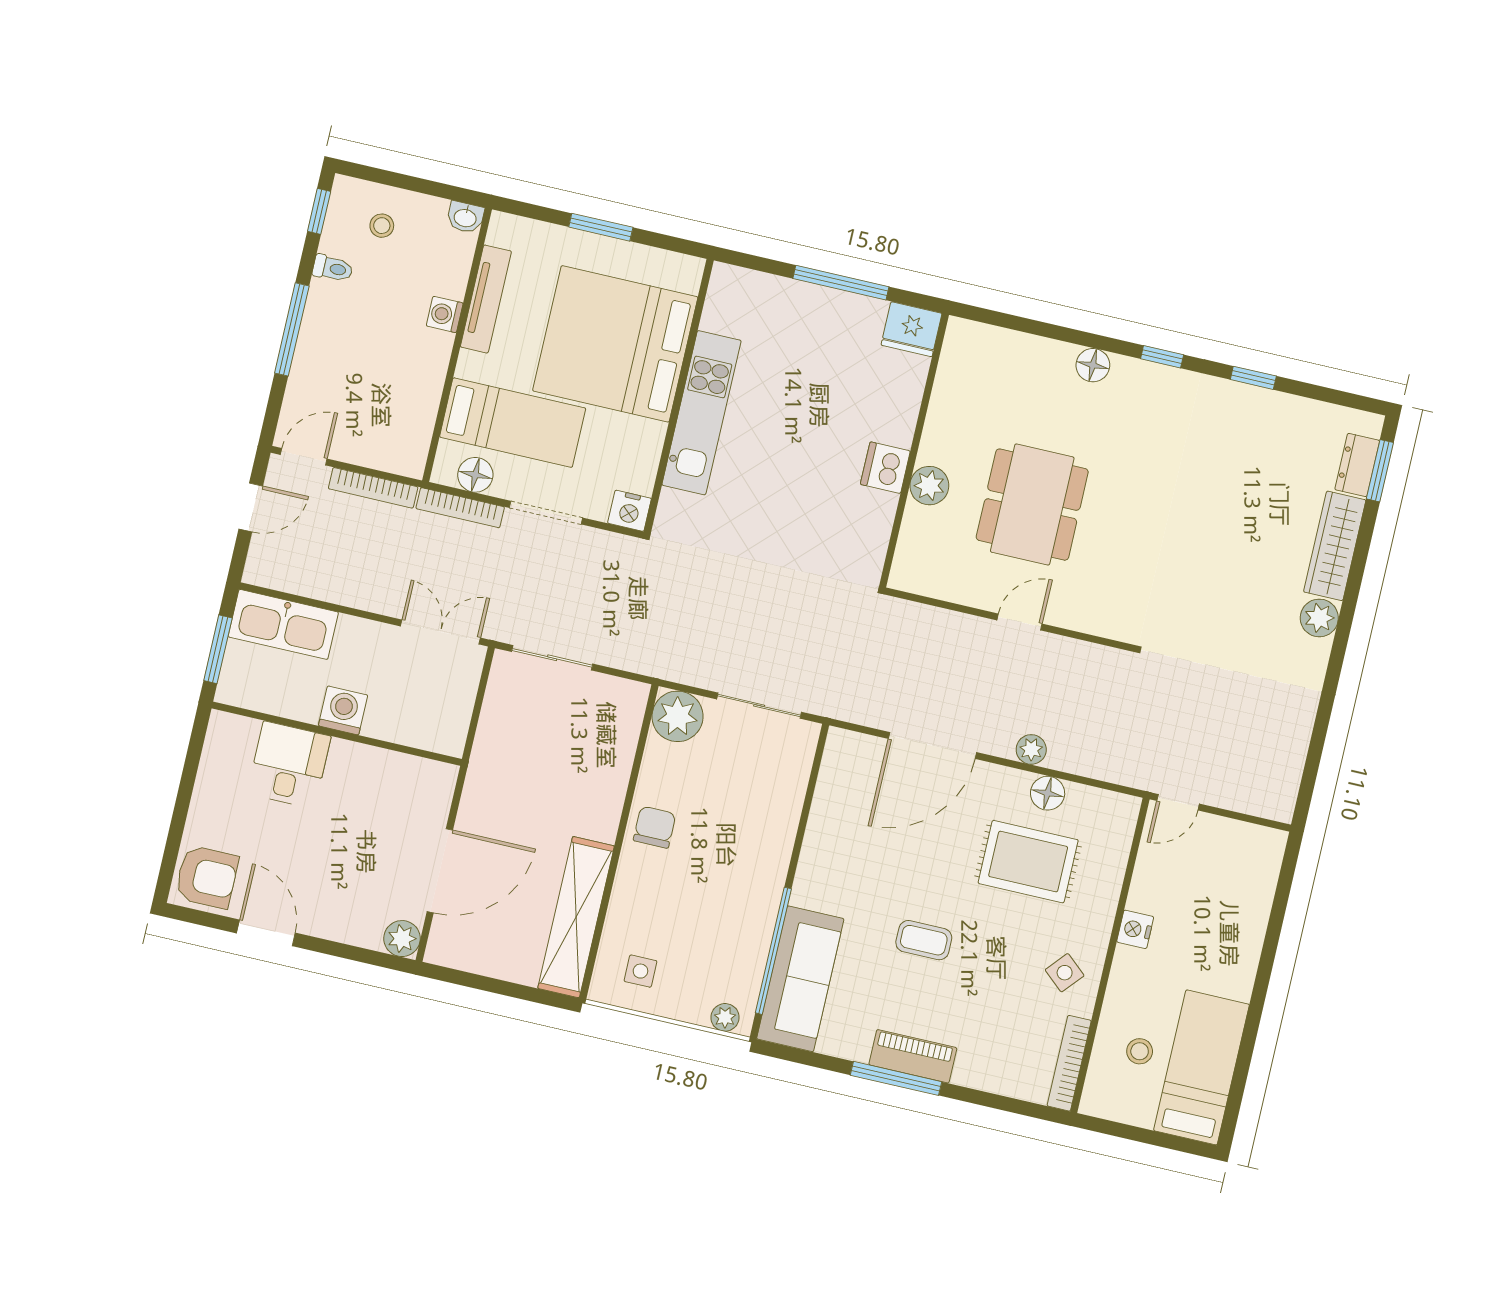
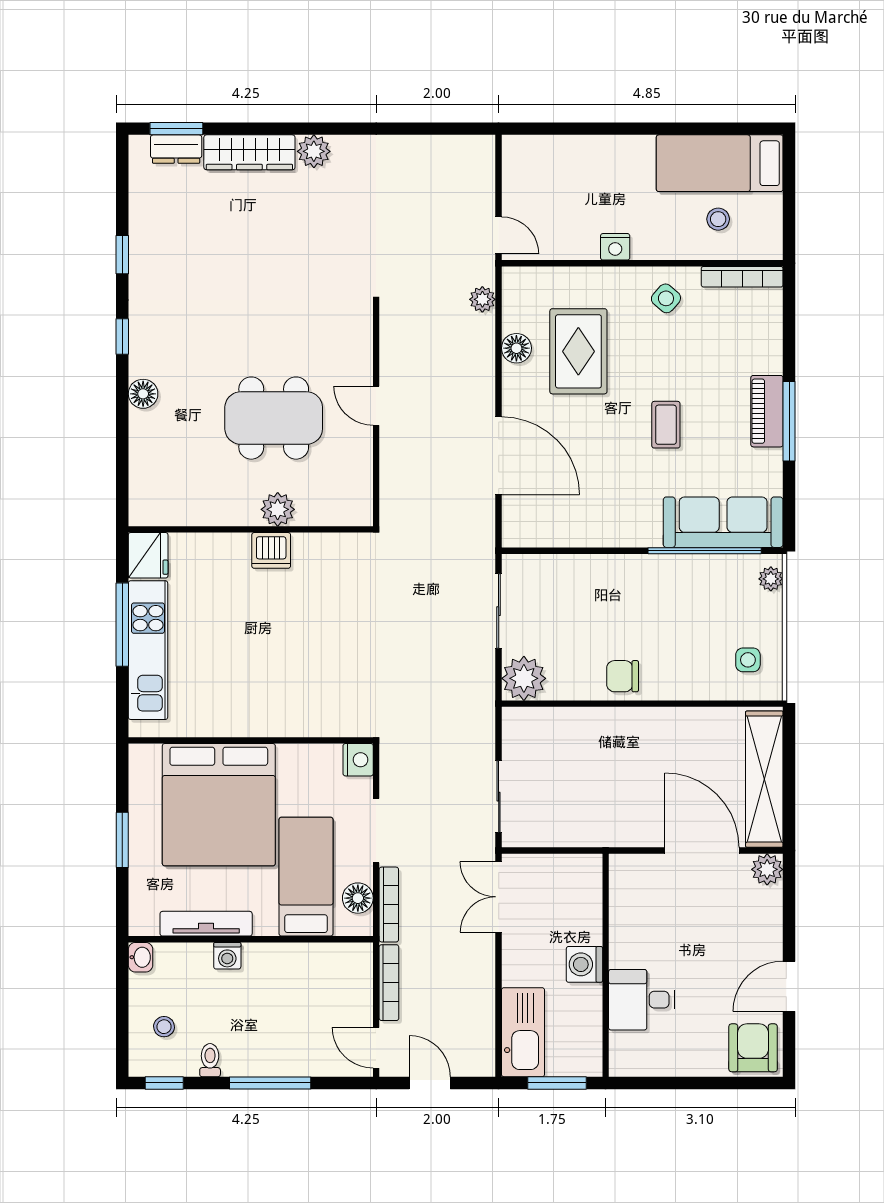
kitchen unit: (701, 413) -> (148, 650), moved, turned 90
plant: (1031, 749) -> (482, 299), moved
shelving: (576, 917) -> (764, 779), moved, turned 90

